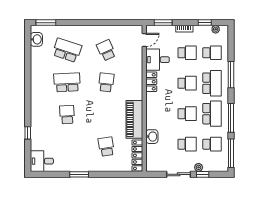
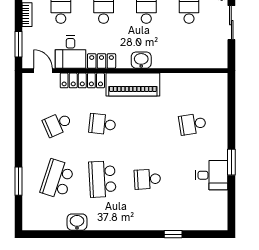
window: (46, 23) -> (19, 181), moved
washbasin: (36, 39) -> (77, 222), moved
piano: (134, 119) -> (133, 85), moved
washbasin: (152, 137) -> (141, 60), moved
locker: (137, 155) -> (82, 80), moved
desk: (42, 161) -> (212, 175), moved, turned -90

